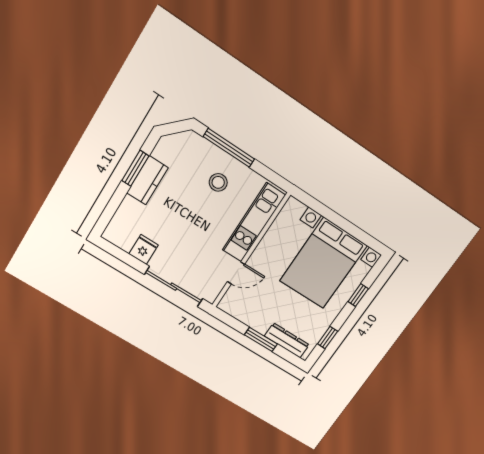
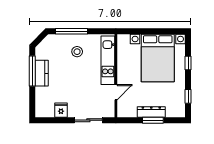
window: (135, 168) -> (32, 71), width x1.44
sliding door: (174, 287) -> (88, 120), width x0.73
dresser: (287, 340) -> (151, 112), moved

